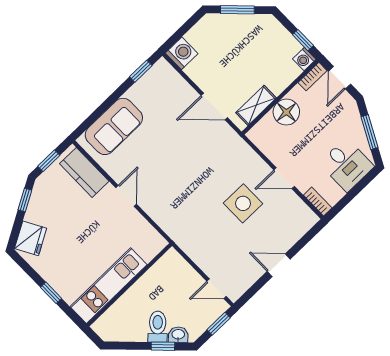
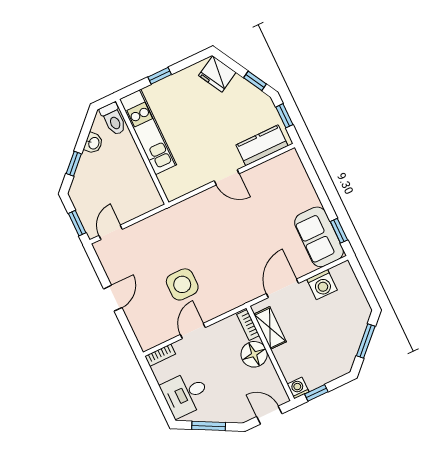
washing machine: (182, 53) -> (322, 285), moved
bookcase: (312, 77) -> (248, 325), moved
sofa: (114, 126) -> (319, 237), moved
toilet: (158, 327) -> (113, 119), moved, turned 45
washbasin: (178, 335) -> (93, 143), moved

